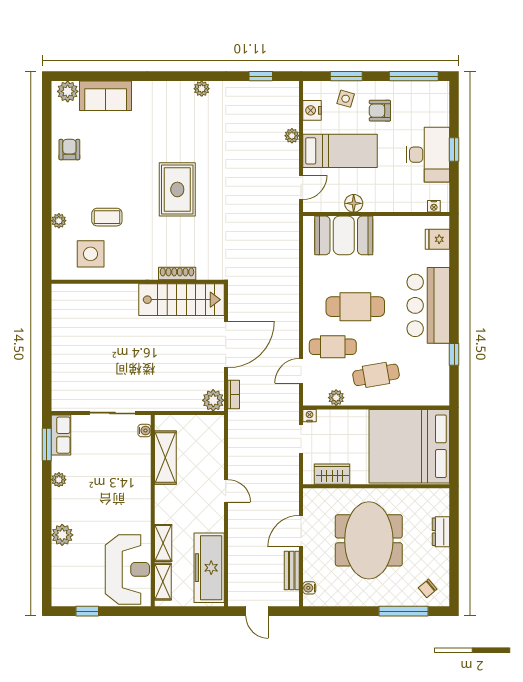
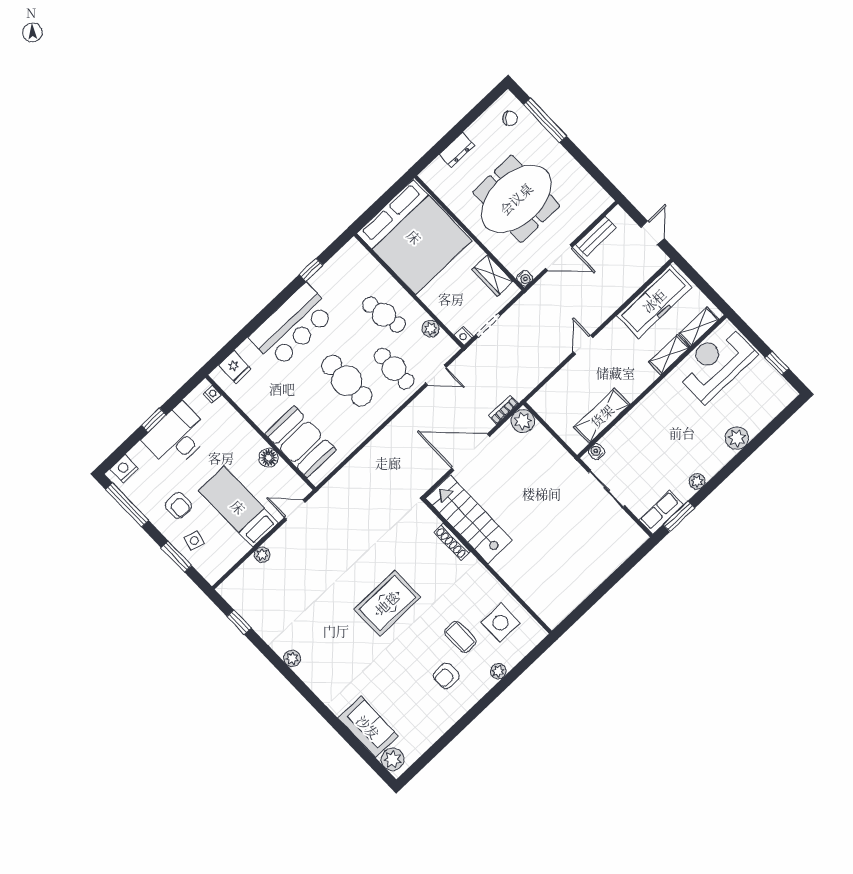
nightstand: (312, 110) -> (124, 469), moved, turned 180
armchair: (69, 150) -> (446, 676), moved
water cooler: (309, 588) -> (525, 278), moved

